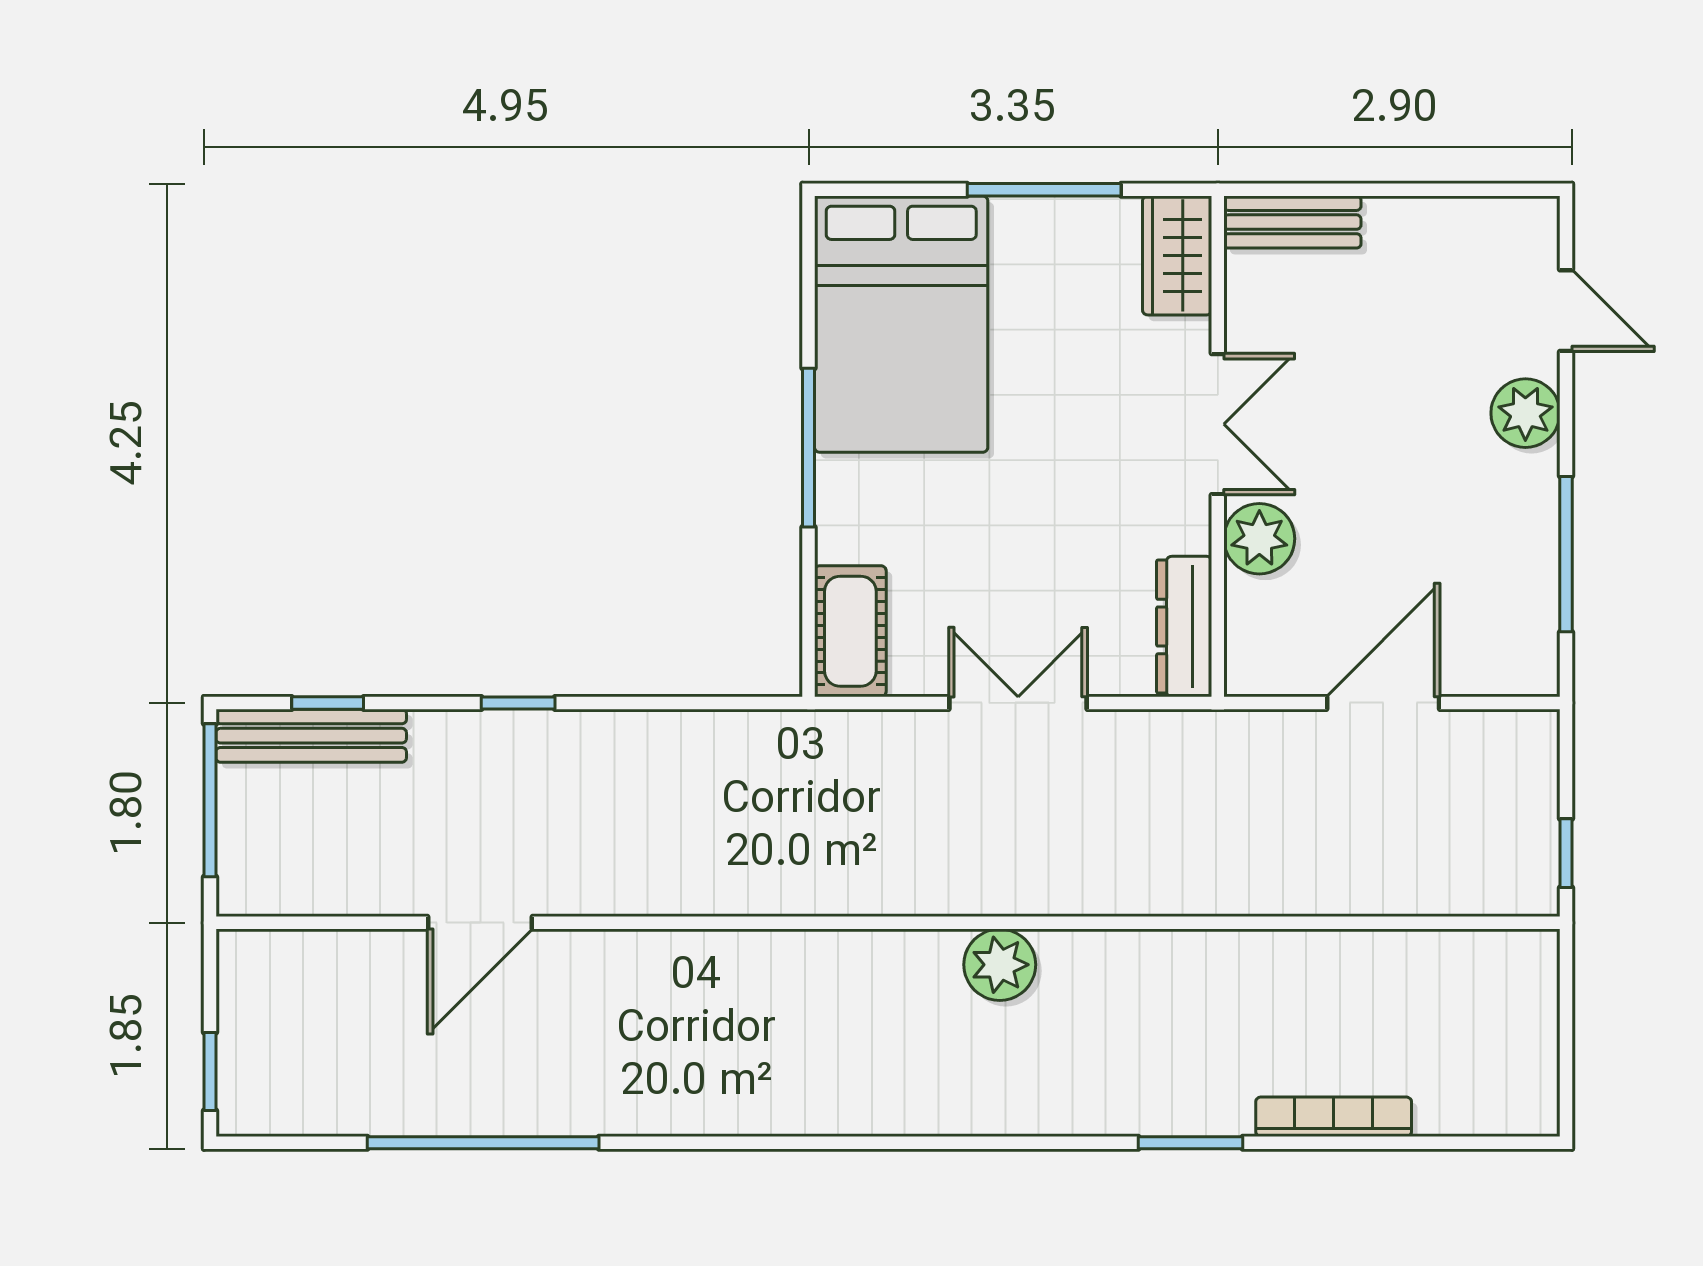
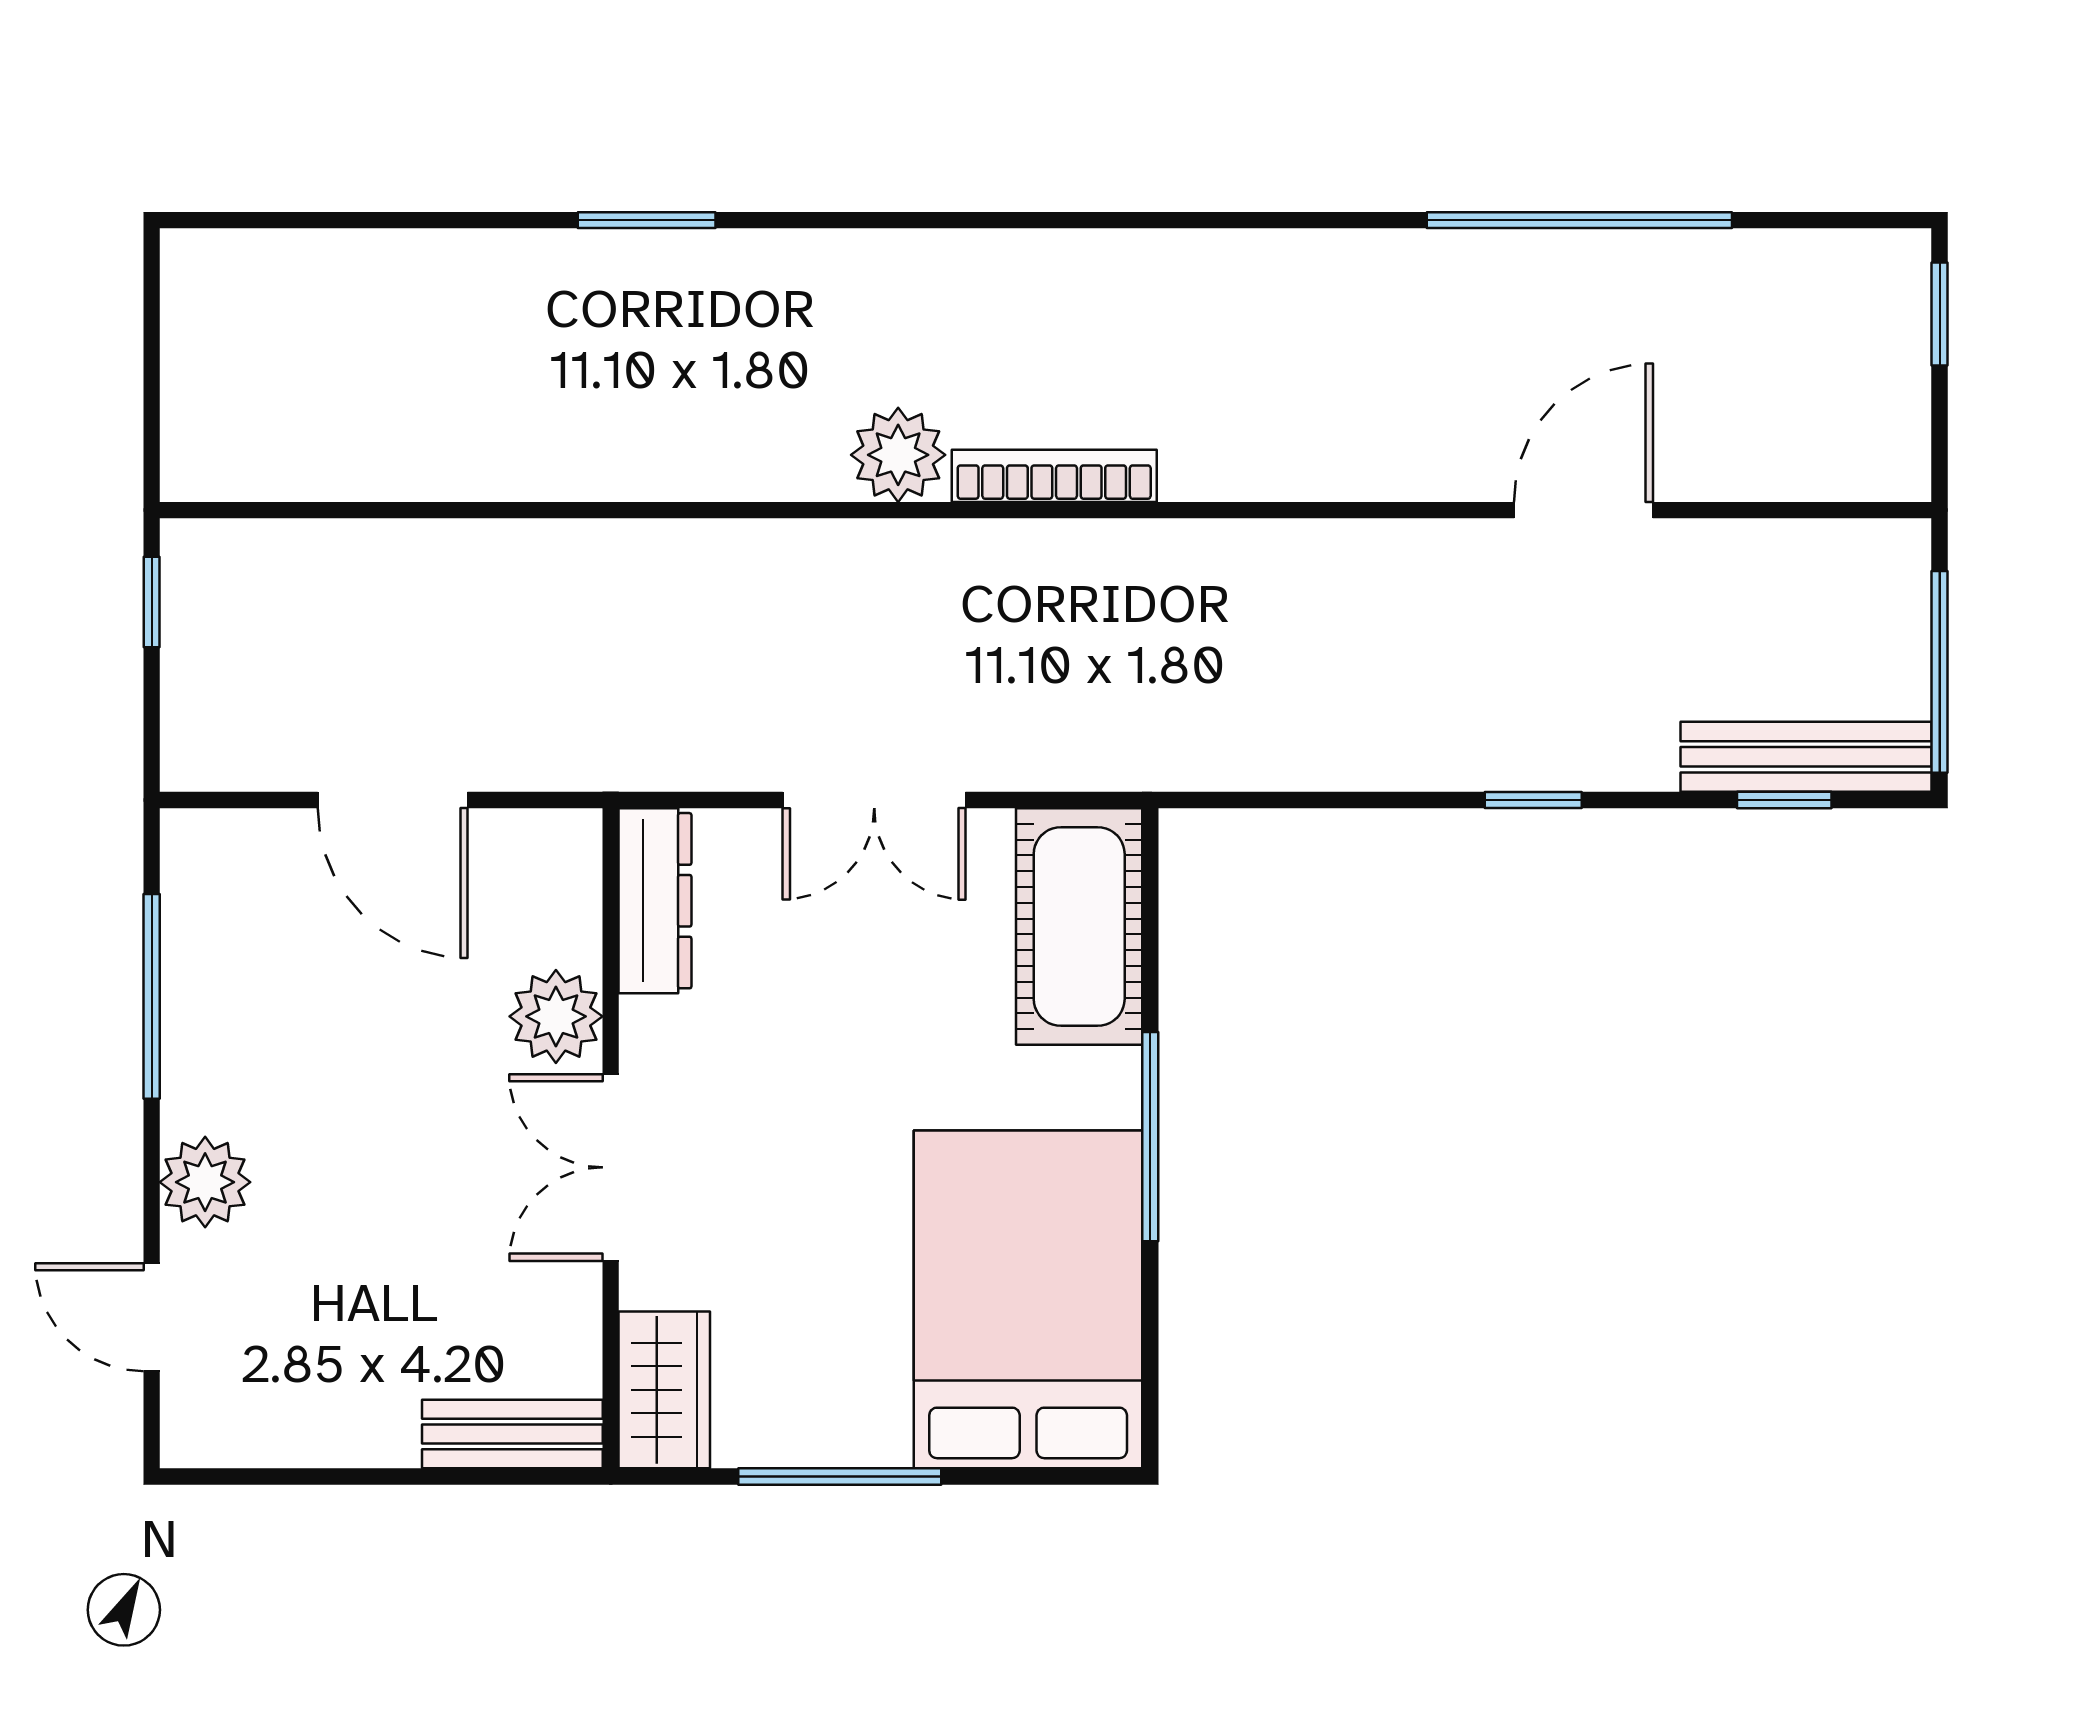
cot: (850, 631) -> (1079, 926), width x1.37, depth x1.34
door: (1383, 703) -> (393, 800), hinge flipped
bookcase: (1334, 1117) -> (1054, 476), moved, turned 180

